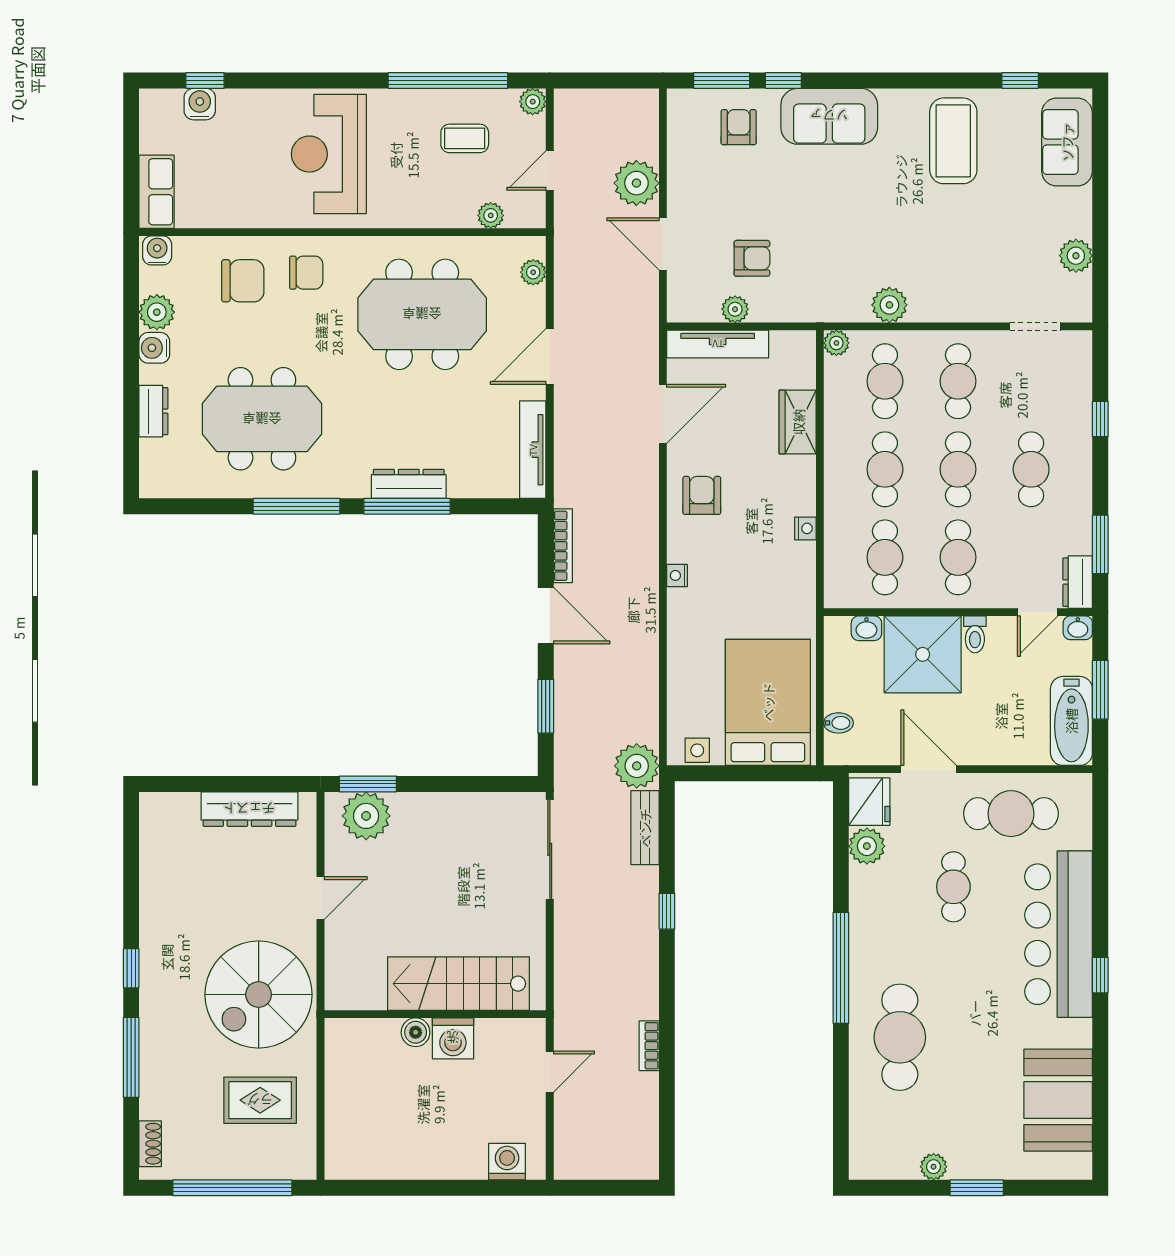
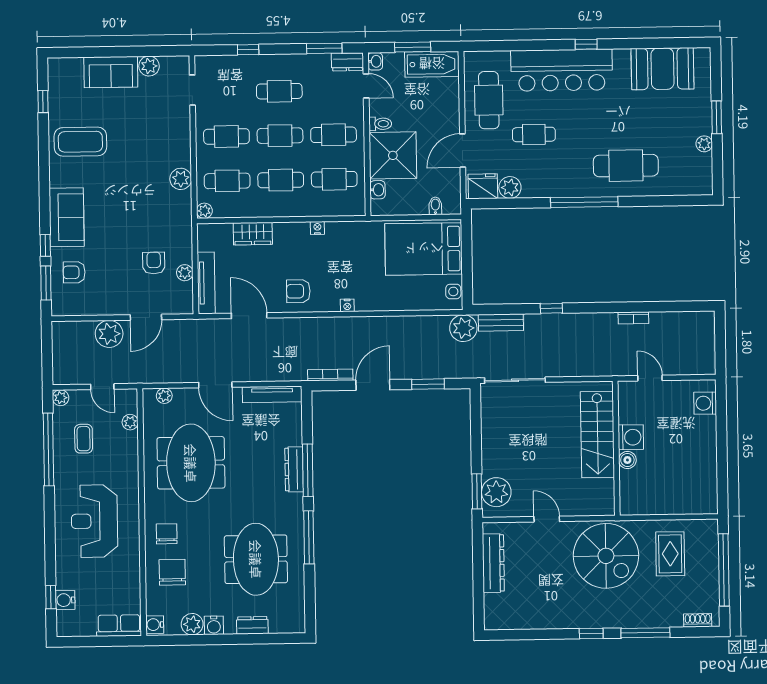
sofa: (1067, 142) -> (111, 72), moved
reception desk: (329, 154) -> (94, 521), turned 90

